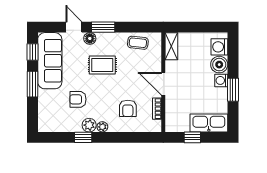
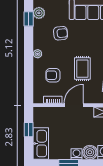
rug: (102, 65) -> (82, 69), moved
armchair: (78, 99) -> (61, 33), turned 84
plant: (89, 125) -> (39, 13), moved
window: (83, 137) -> (29, 19), moved

